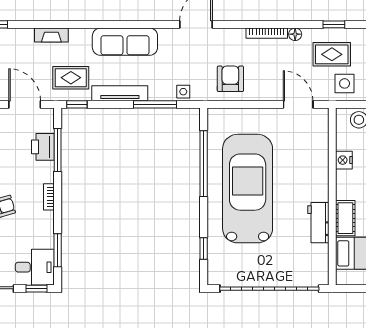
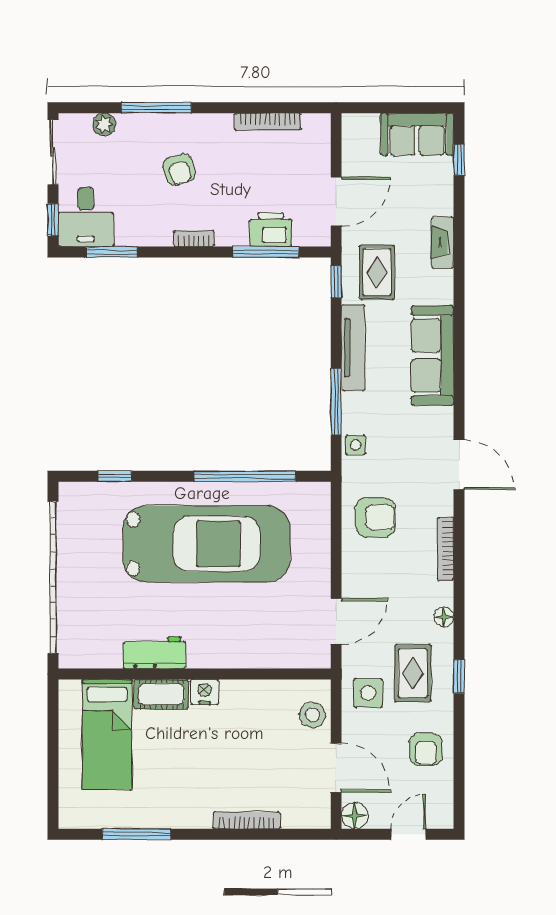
bookcase: (267, 33) -> (446, 549), moved
nightstand: (344, 160) -> (204, 692), moved

